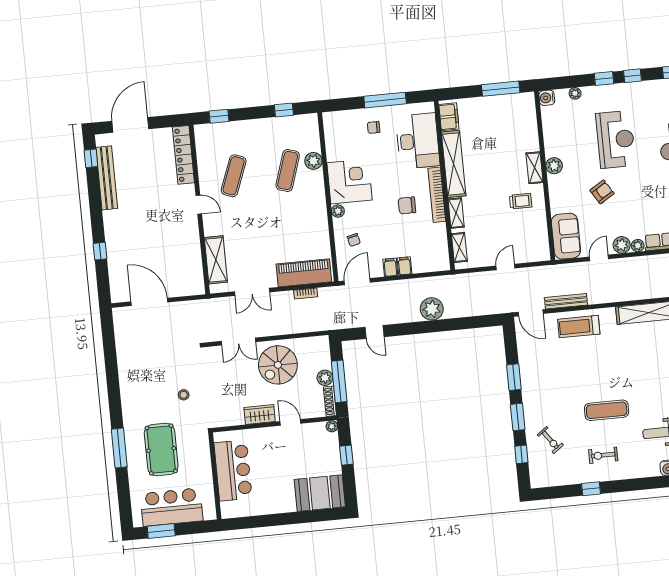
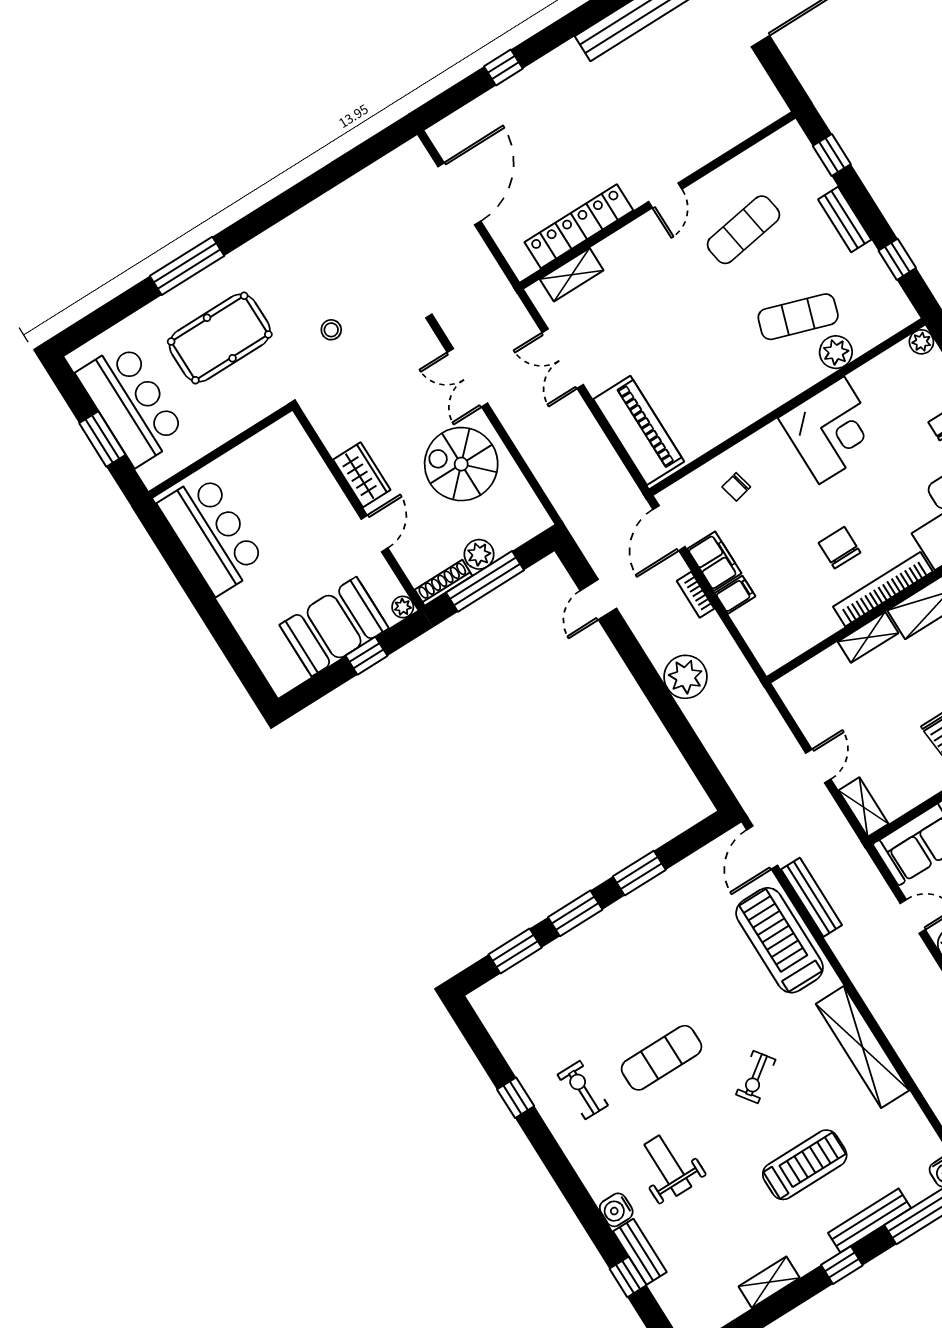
bench: (253, 125) -> (845, 219), added
locker: (183, 155) -> (579, 226), moved
exercise mat: (234, 176) -> (743, 230), turned -30
plant: (338, 211) -> (921, 342), moved
shelving: (459, 247) -> (864, 807), moved, turned 90
shelving: (216, 260) -> (572, 275), width x0.67, depth x0.75
filing cabinet: (390, 267) -> (714, 561), width x2.00
door: (505, 267) -> (818, 766), hinge flipped
door: (357, 282) -> (669, 528), swing flipped
bookcase: (306, 294) -> (695, 595), moved
treadmill: (579, 327) -> (780, 940), width x1.37, depth x1.38
exercise mat: (607, 410) -> (661, 1058), turned 90
exercise bike: (550, 440) -> (756, 1077), moved
window: (521, 454) -> (515, 951), width x1.50
bar counter: (233, 470) -> (212, 534), moved, turned -90
booth: (320, 493) -> (334, 627), moved, turned 90
window: (161, 531) -> (102, 439), moved

